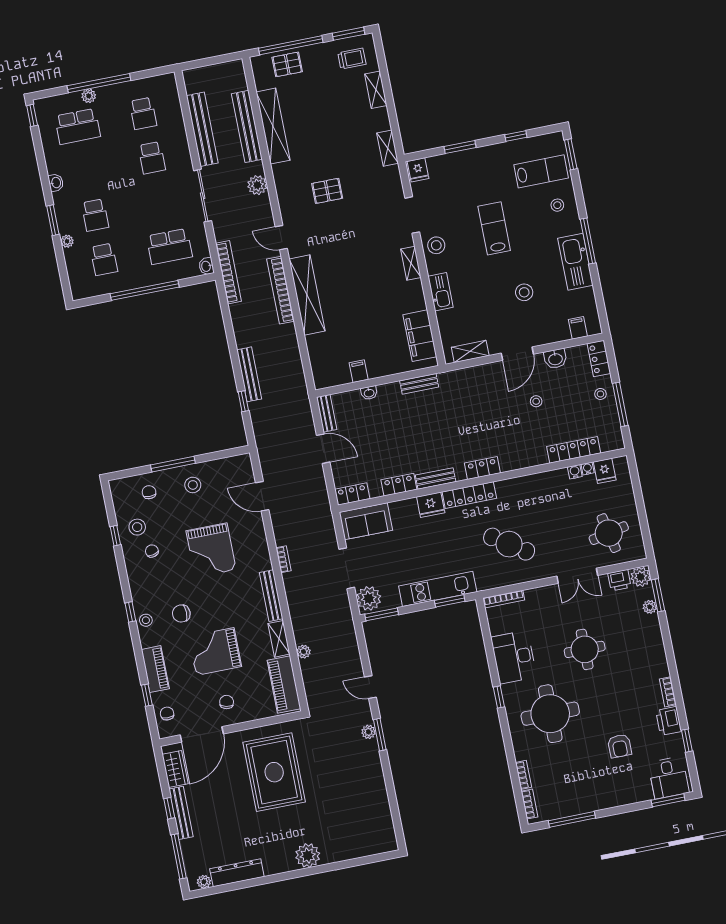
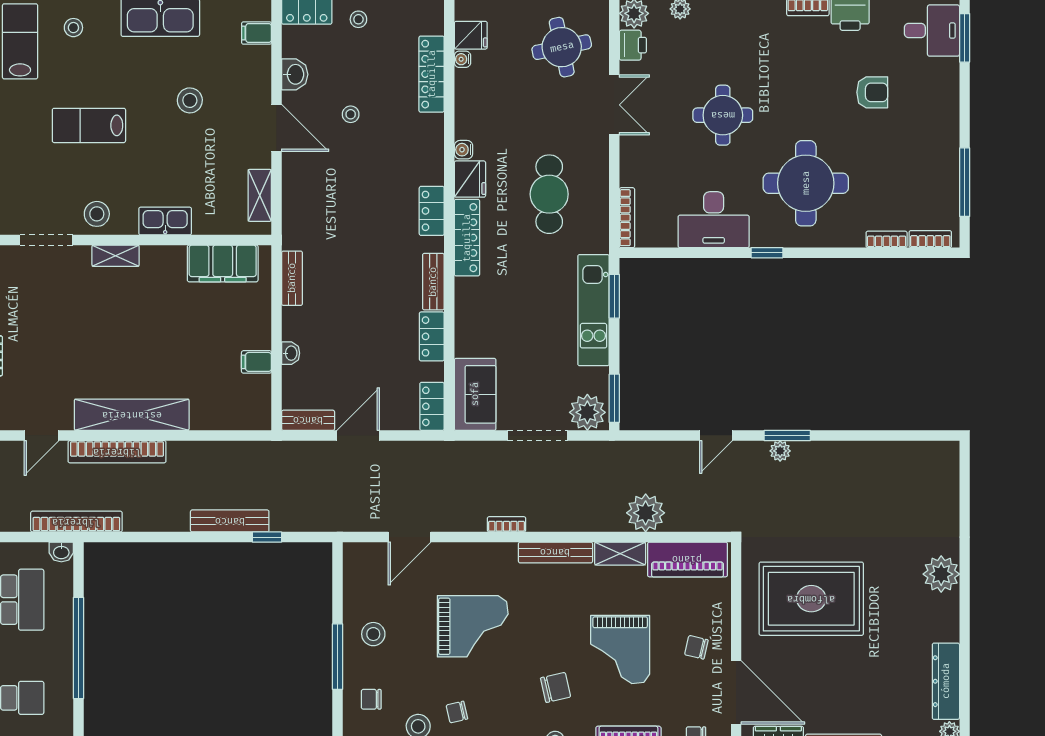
water cooler: (575, 472) -> (463, 150), moved
fridge: (431, 505) -> (470, 179), moved
cafe table: (509, 544) -> (549, 194), turned -34
chair: (181, 613) -> (556, 687), turned -103
plant: (304, 652) -> (646, 513), width x1.87, depth x1.87

